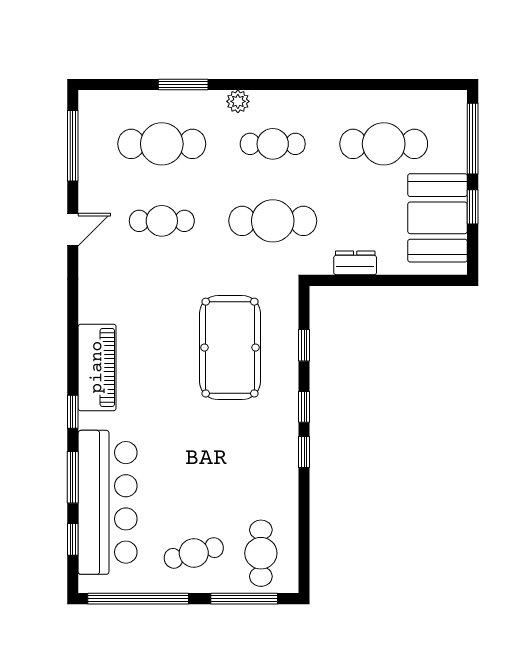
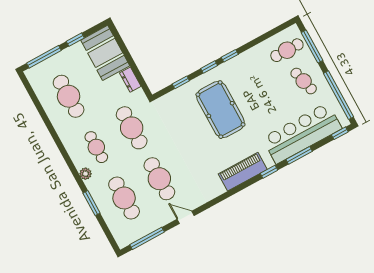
booth: (438, 218) -> (105, 53), moved, turned 90
cafe table: (162, 221) -> (159, 179), width x1.37, depth x1.35
pool table: (230, 348) -> (220, 110), moved, turned 90
window: (73, 539) -> (340, 133), moved

